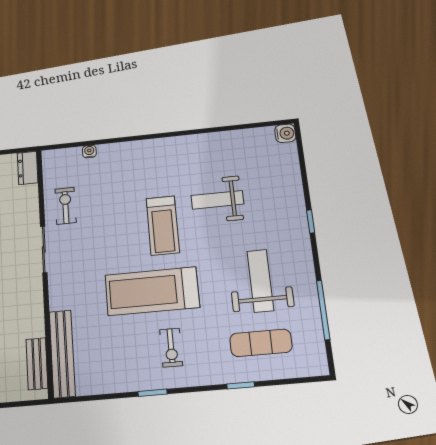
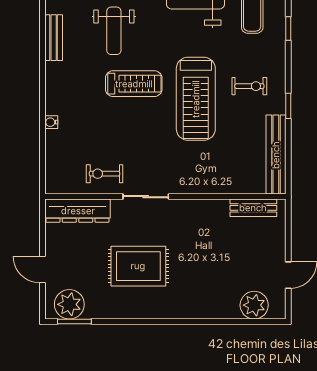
bench: (204, 142) -> (54, 38), added
water cooler: (89, 151) -> (51, 122), moved
dresser: (28, 168) -> (78, 211), width x1.96, depth x1.24
bench: (62, 354) -> (276, 155), moved, turned 90

